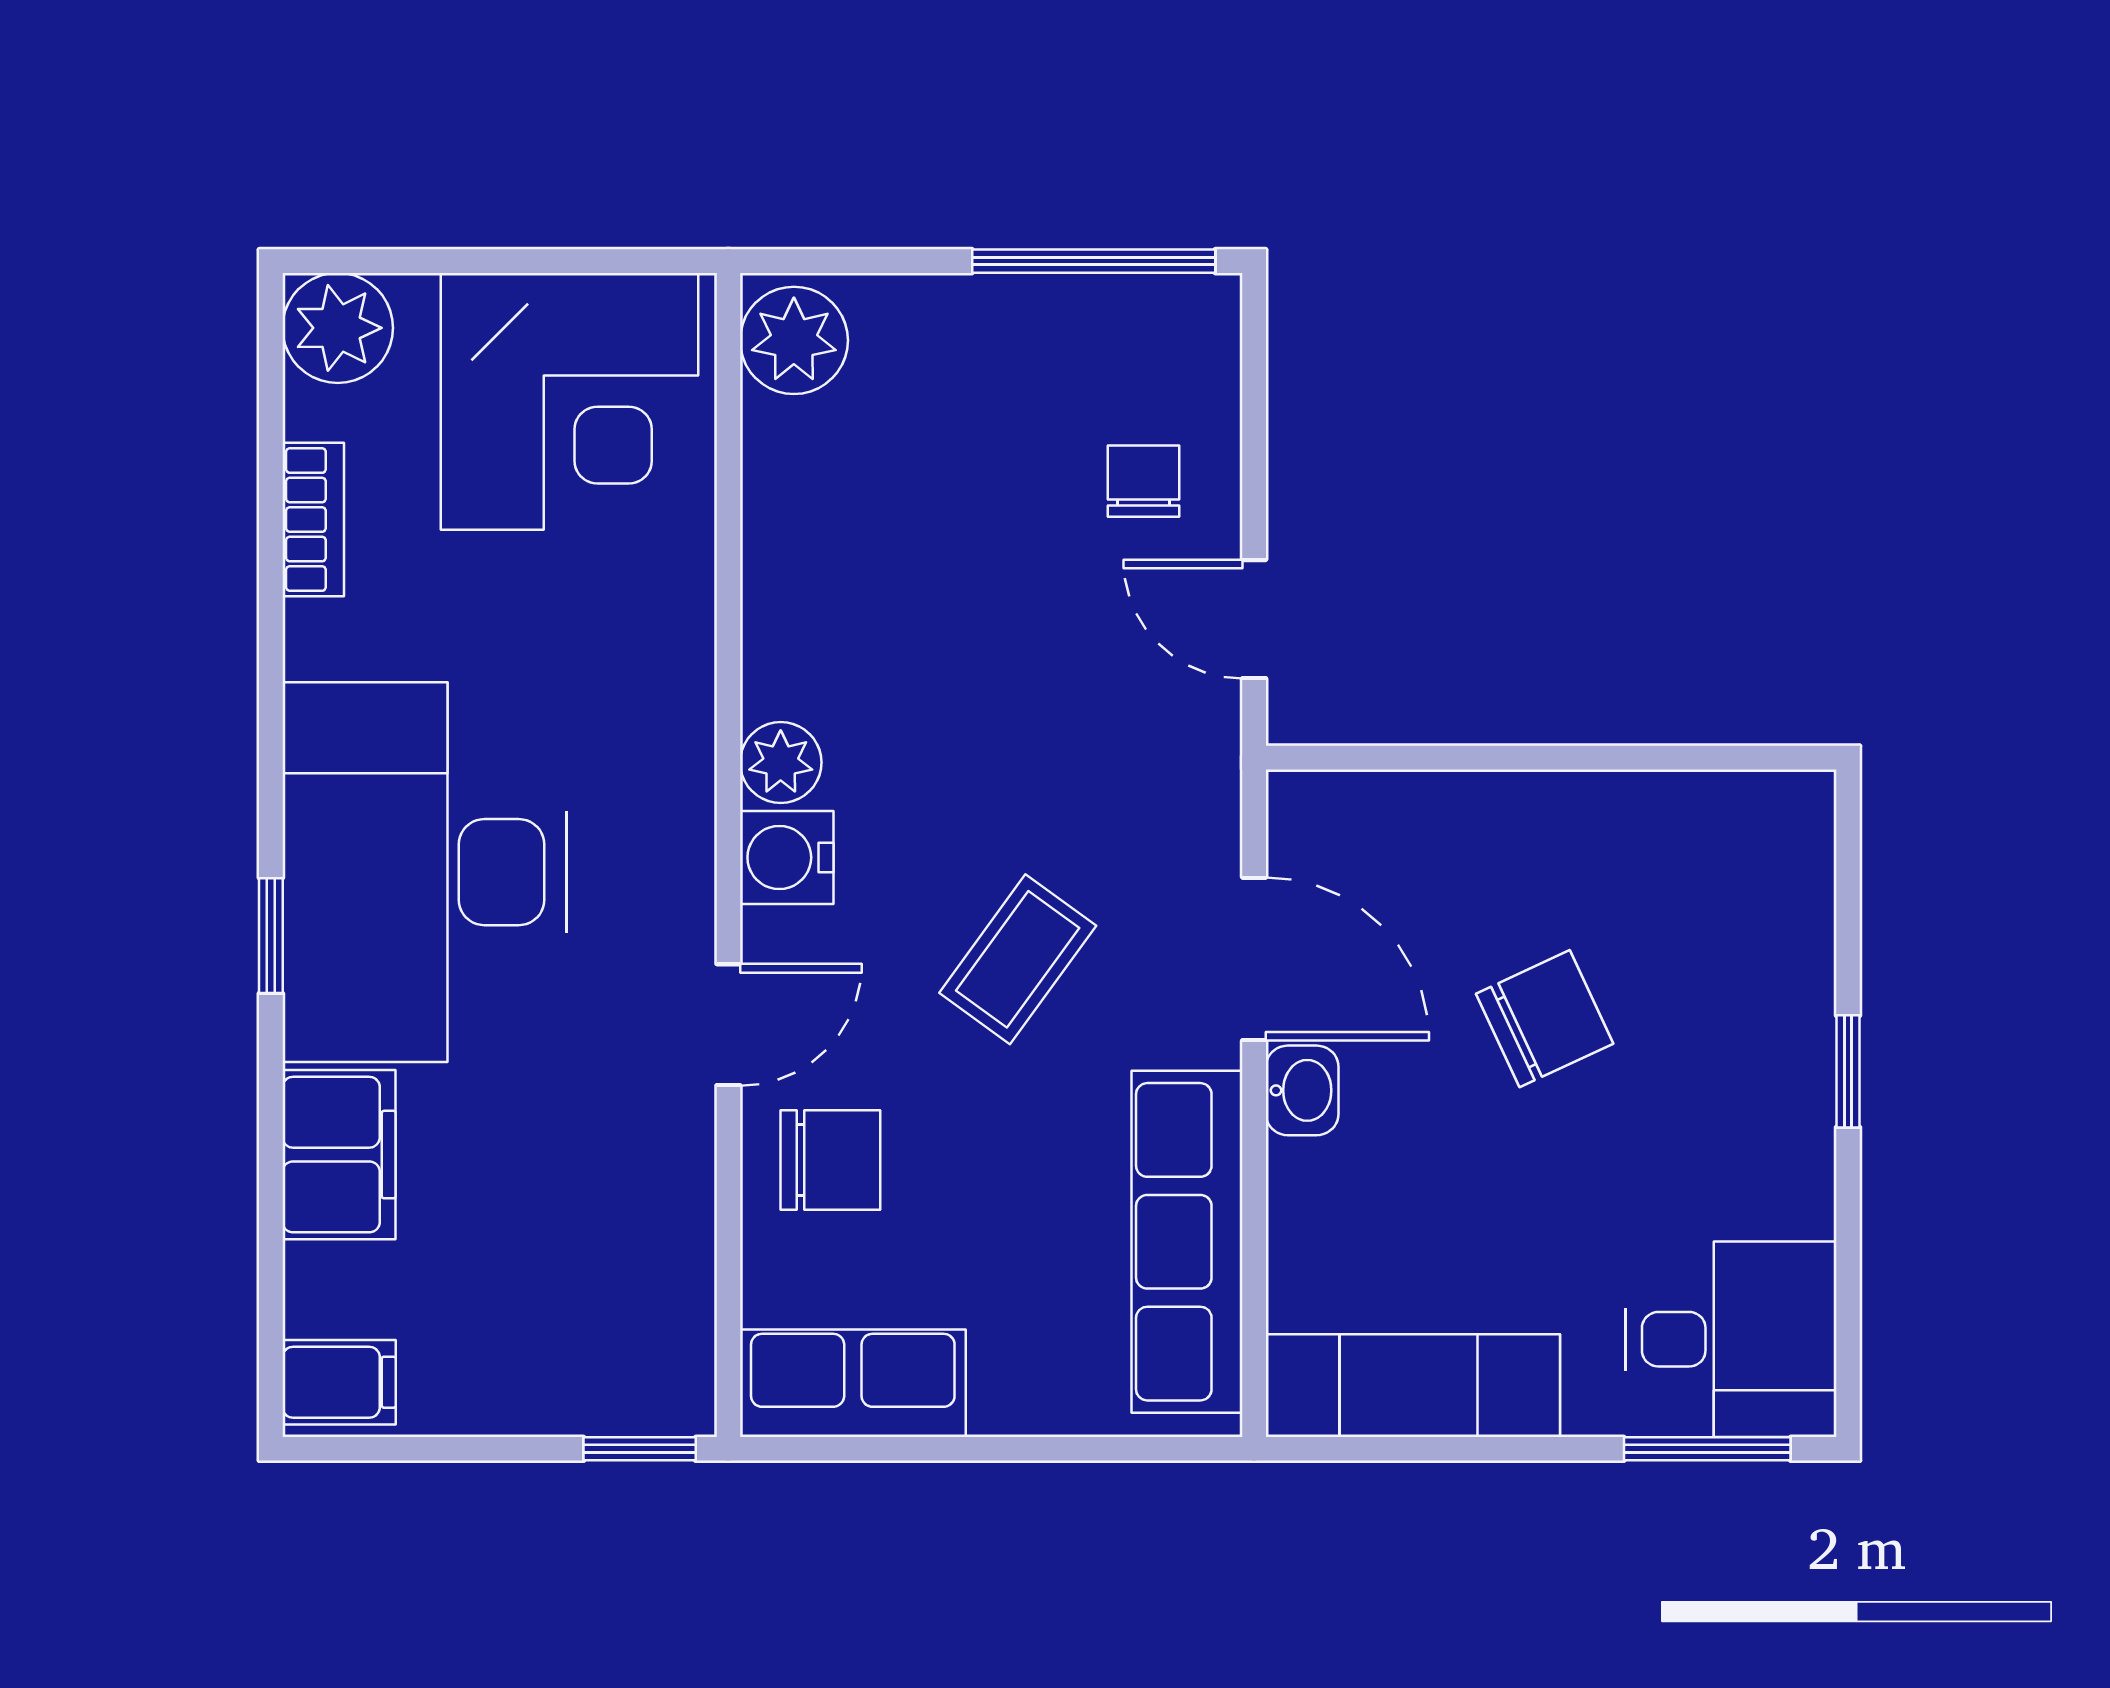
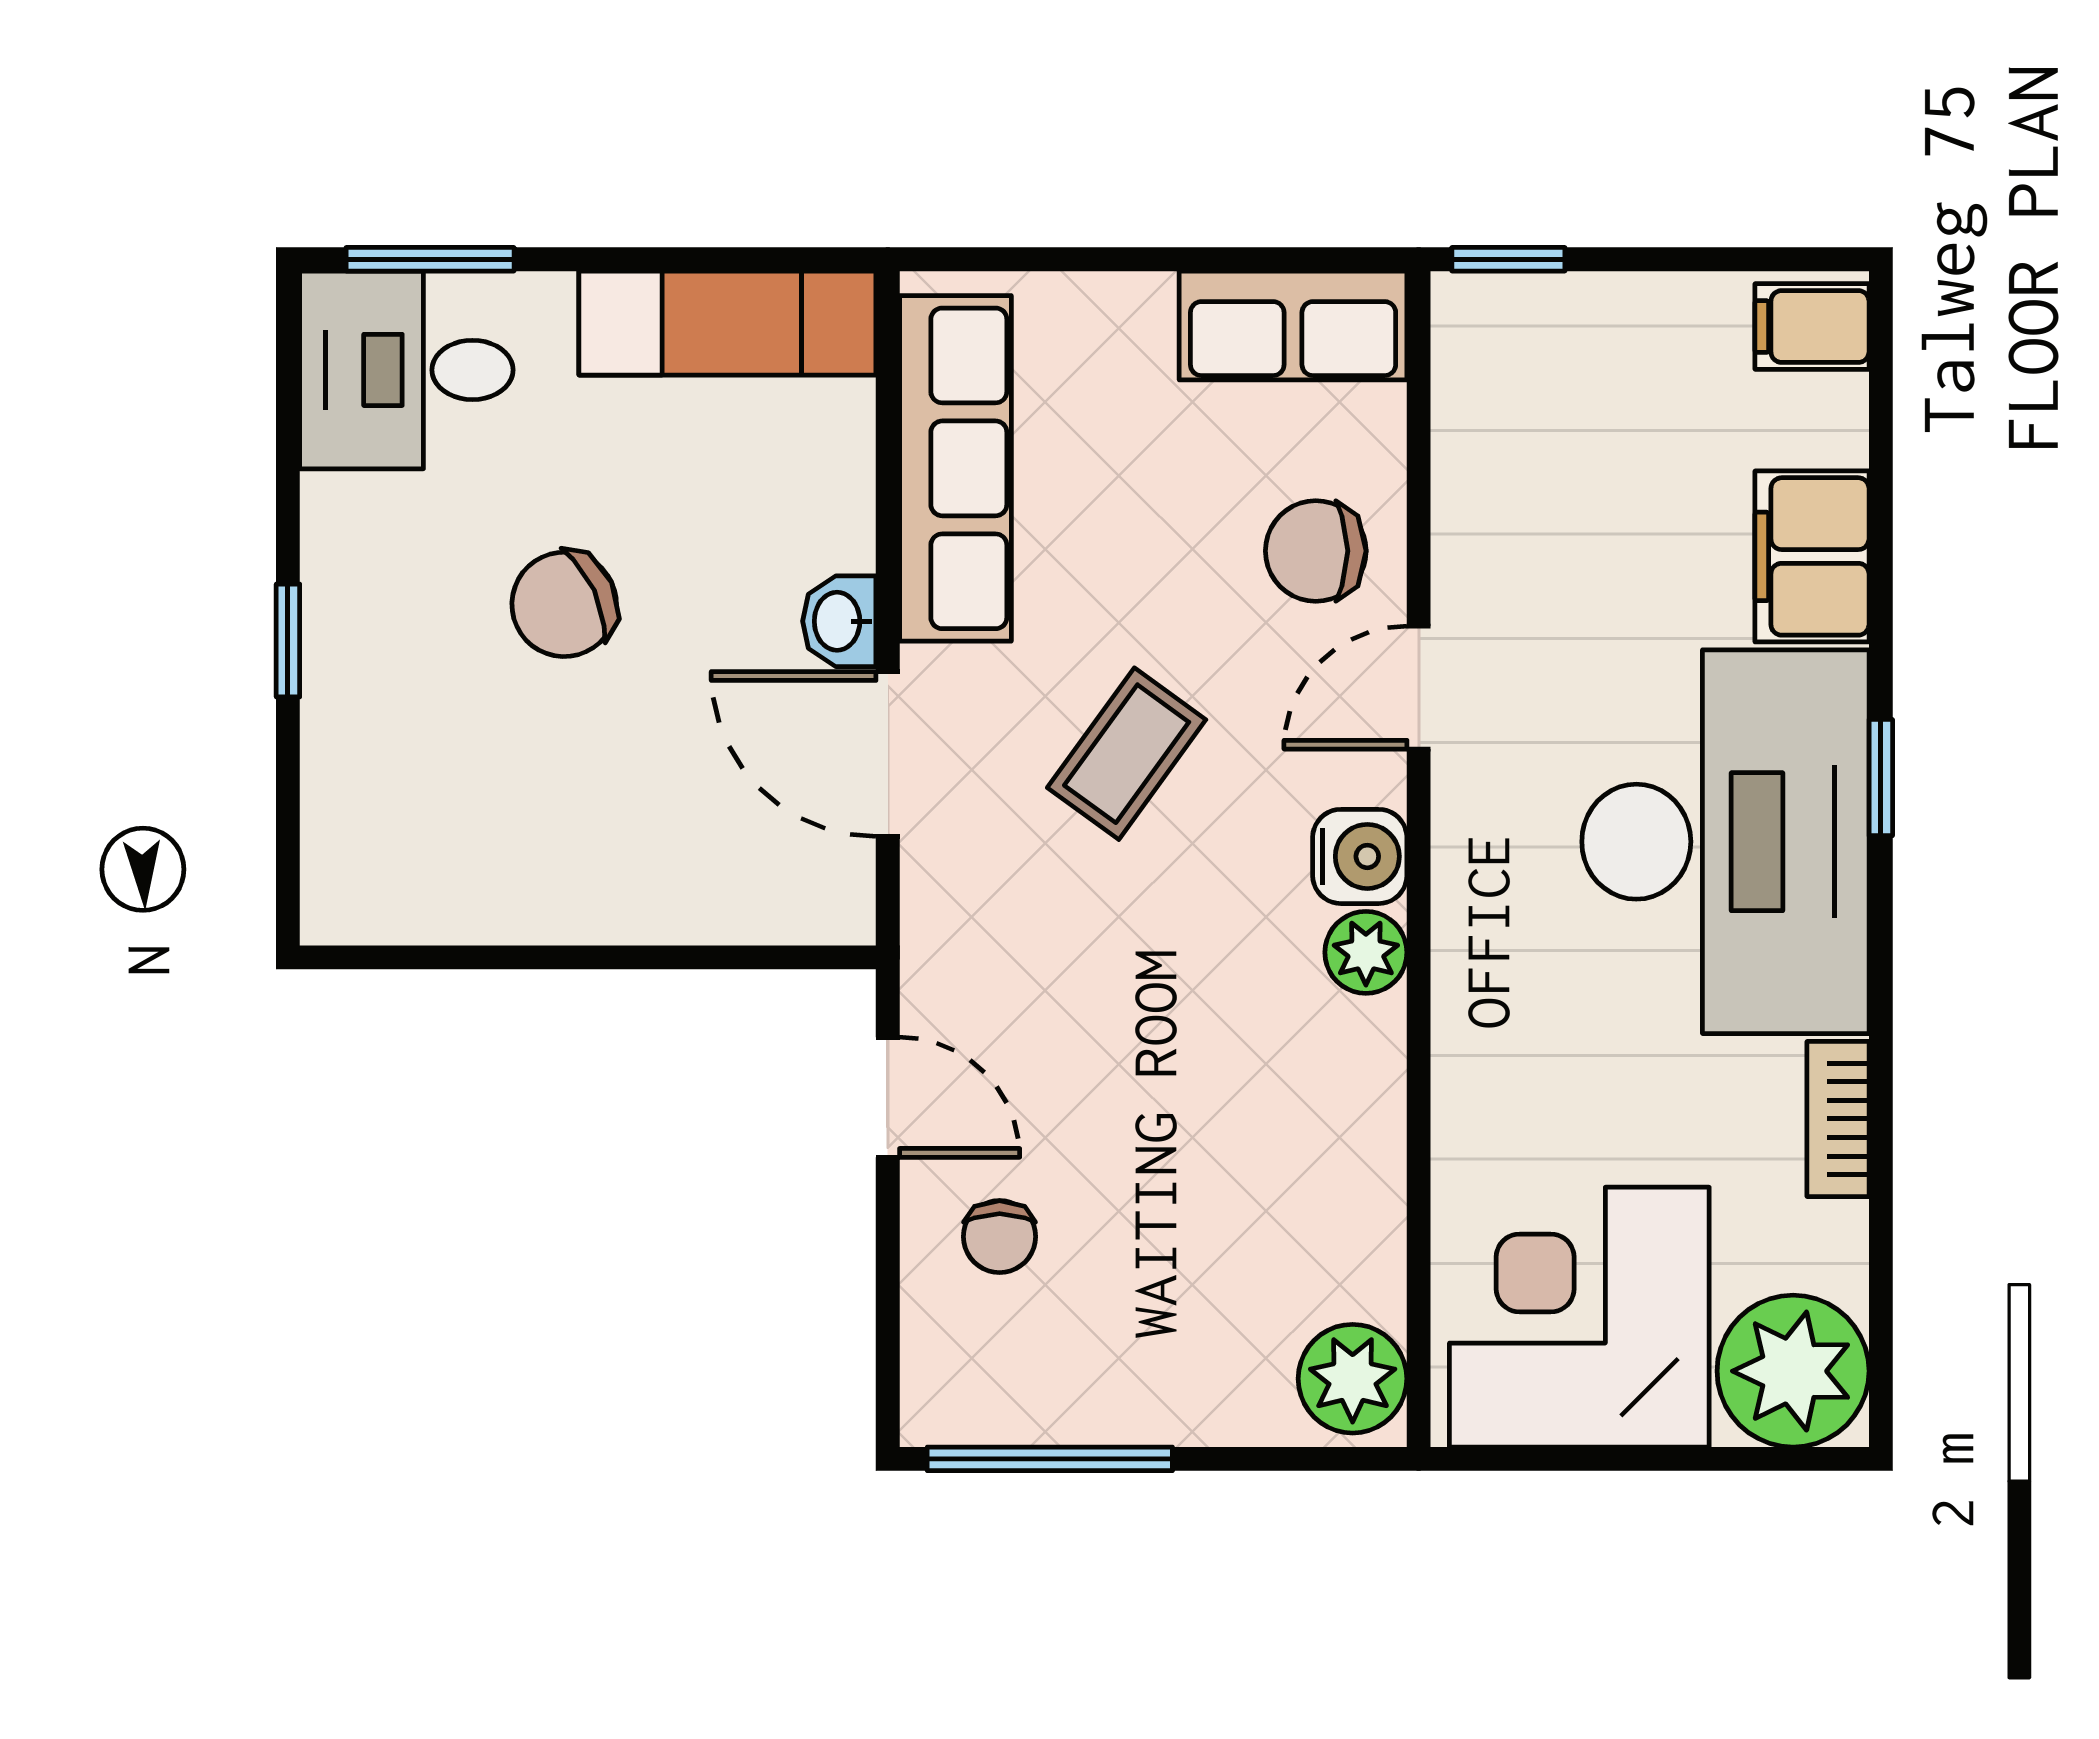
plant: (338, 328) -> (1793, 1371), width x1.36, depth x1.36
bookcase: (313, 520) -> (1838, 1119), moved
chair: (1545, 1019) -> (564, 604), moved

